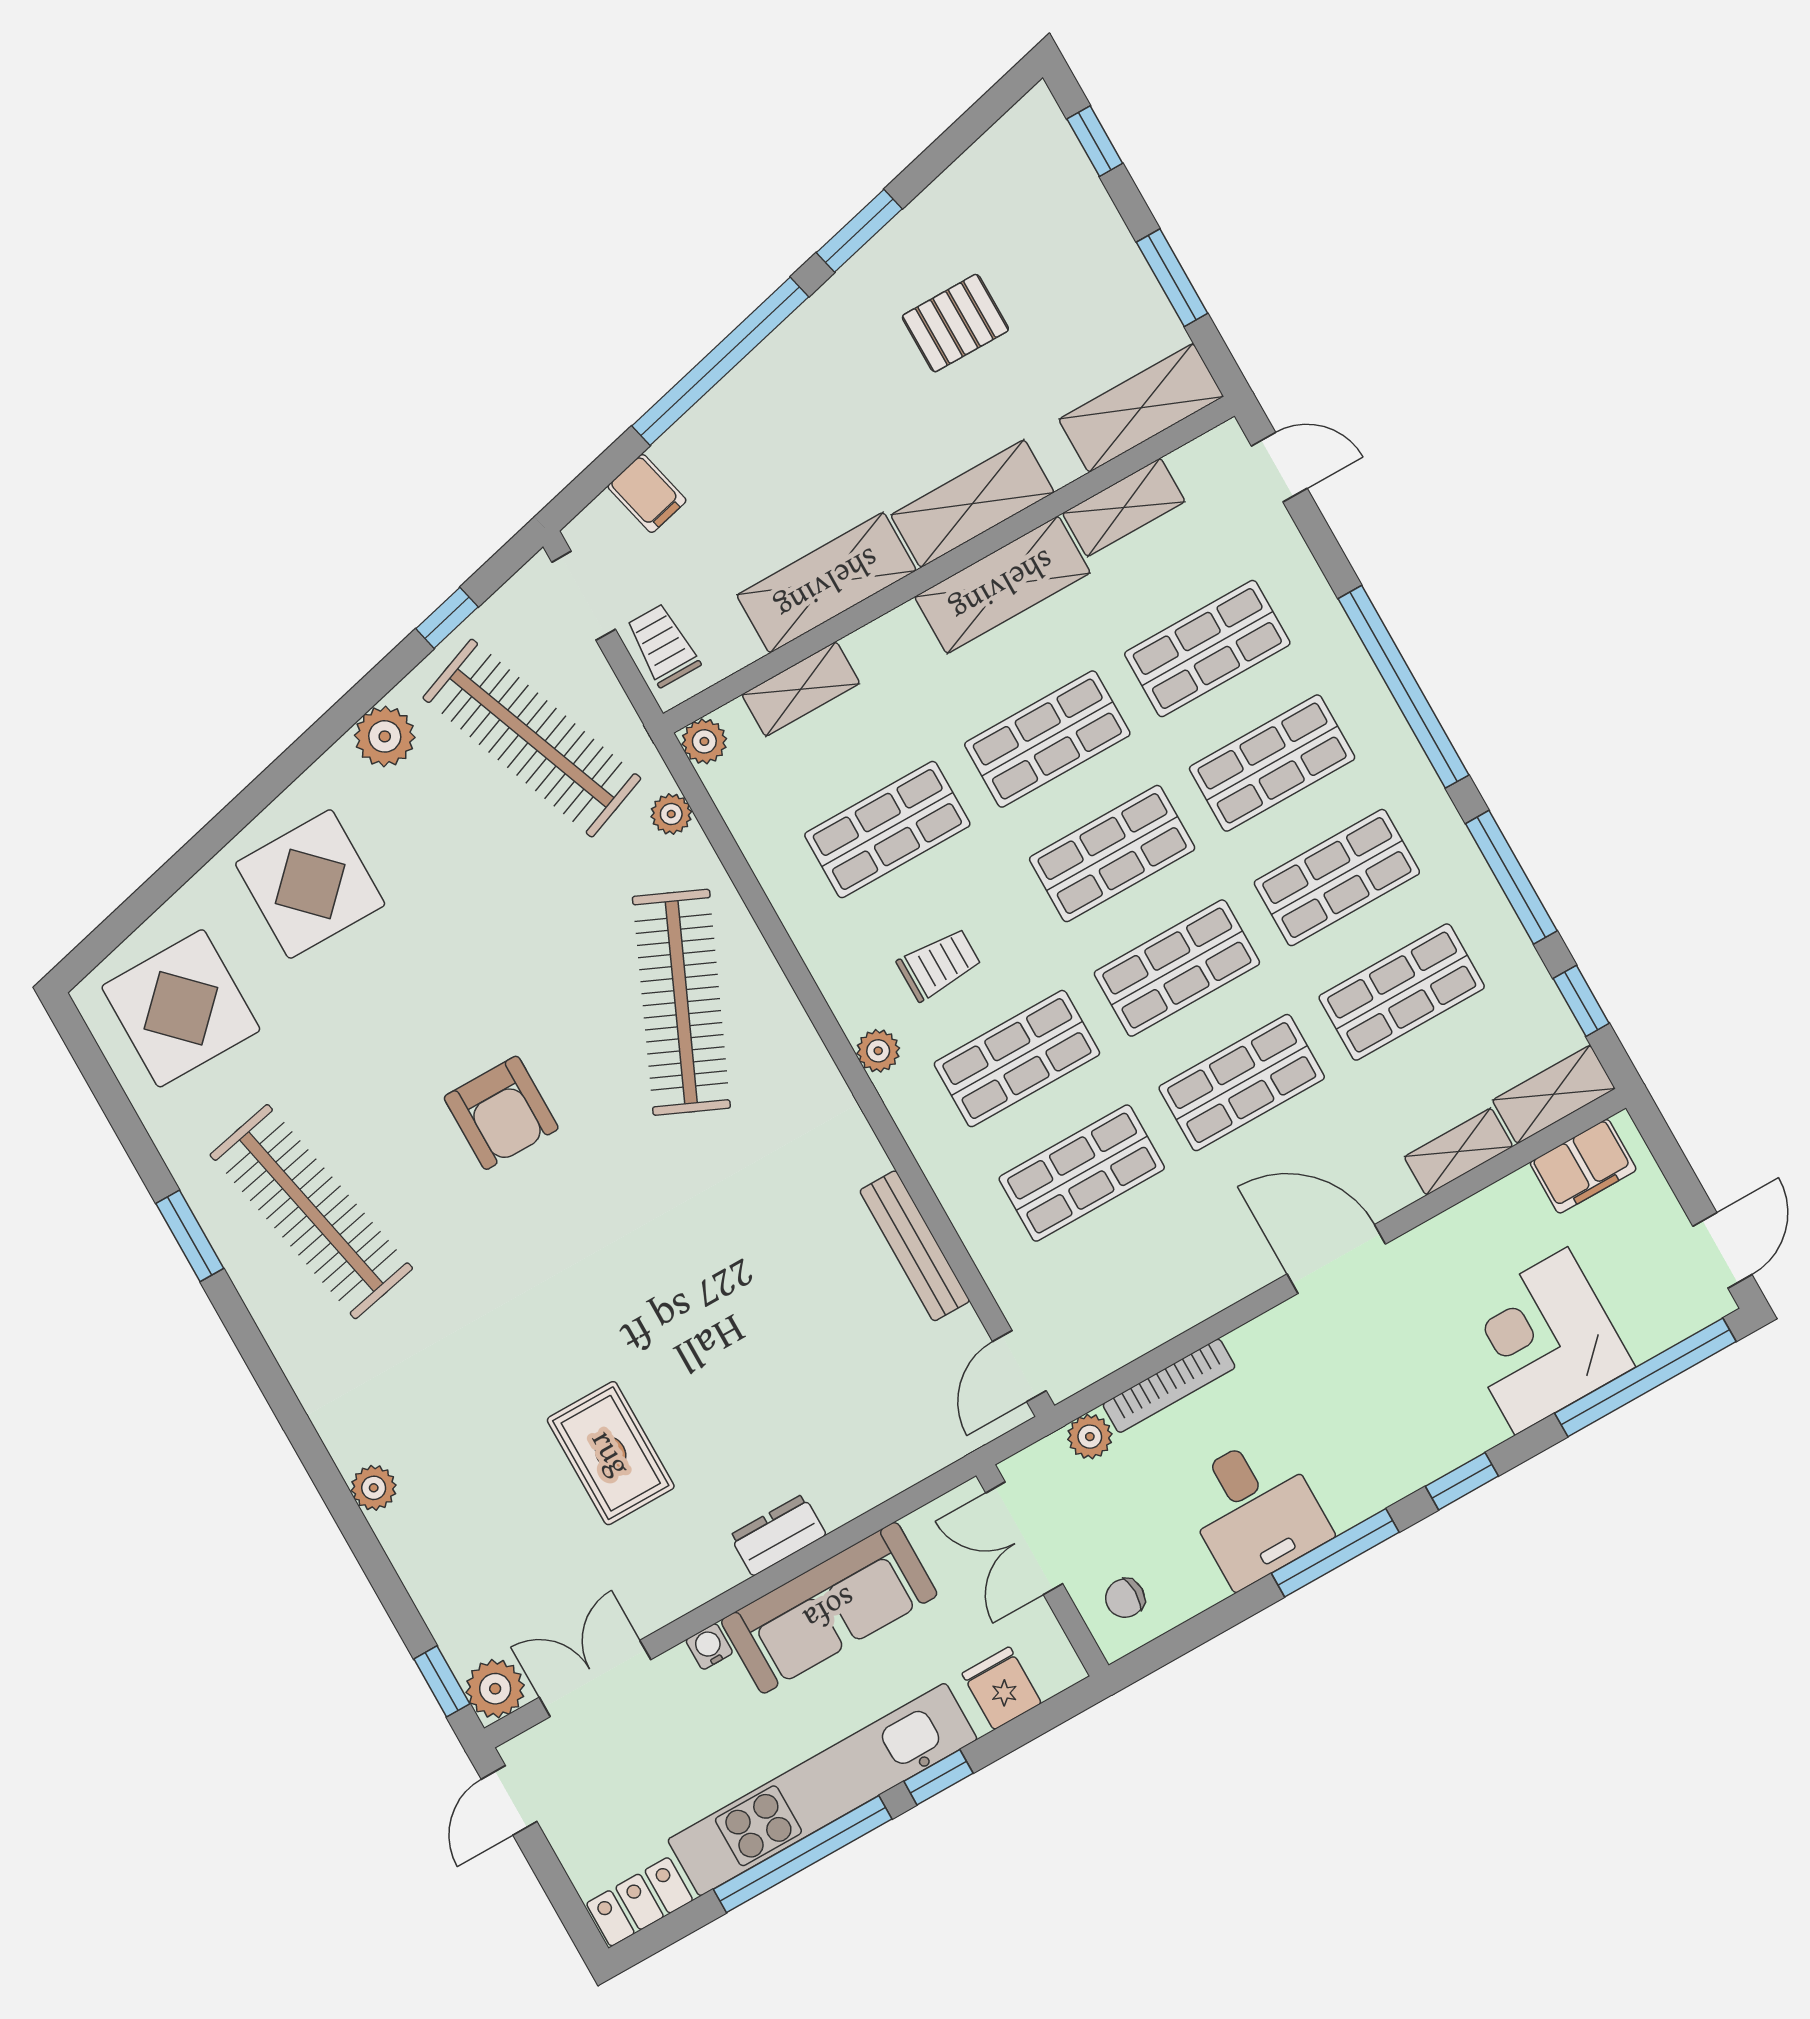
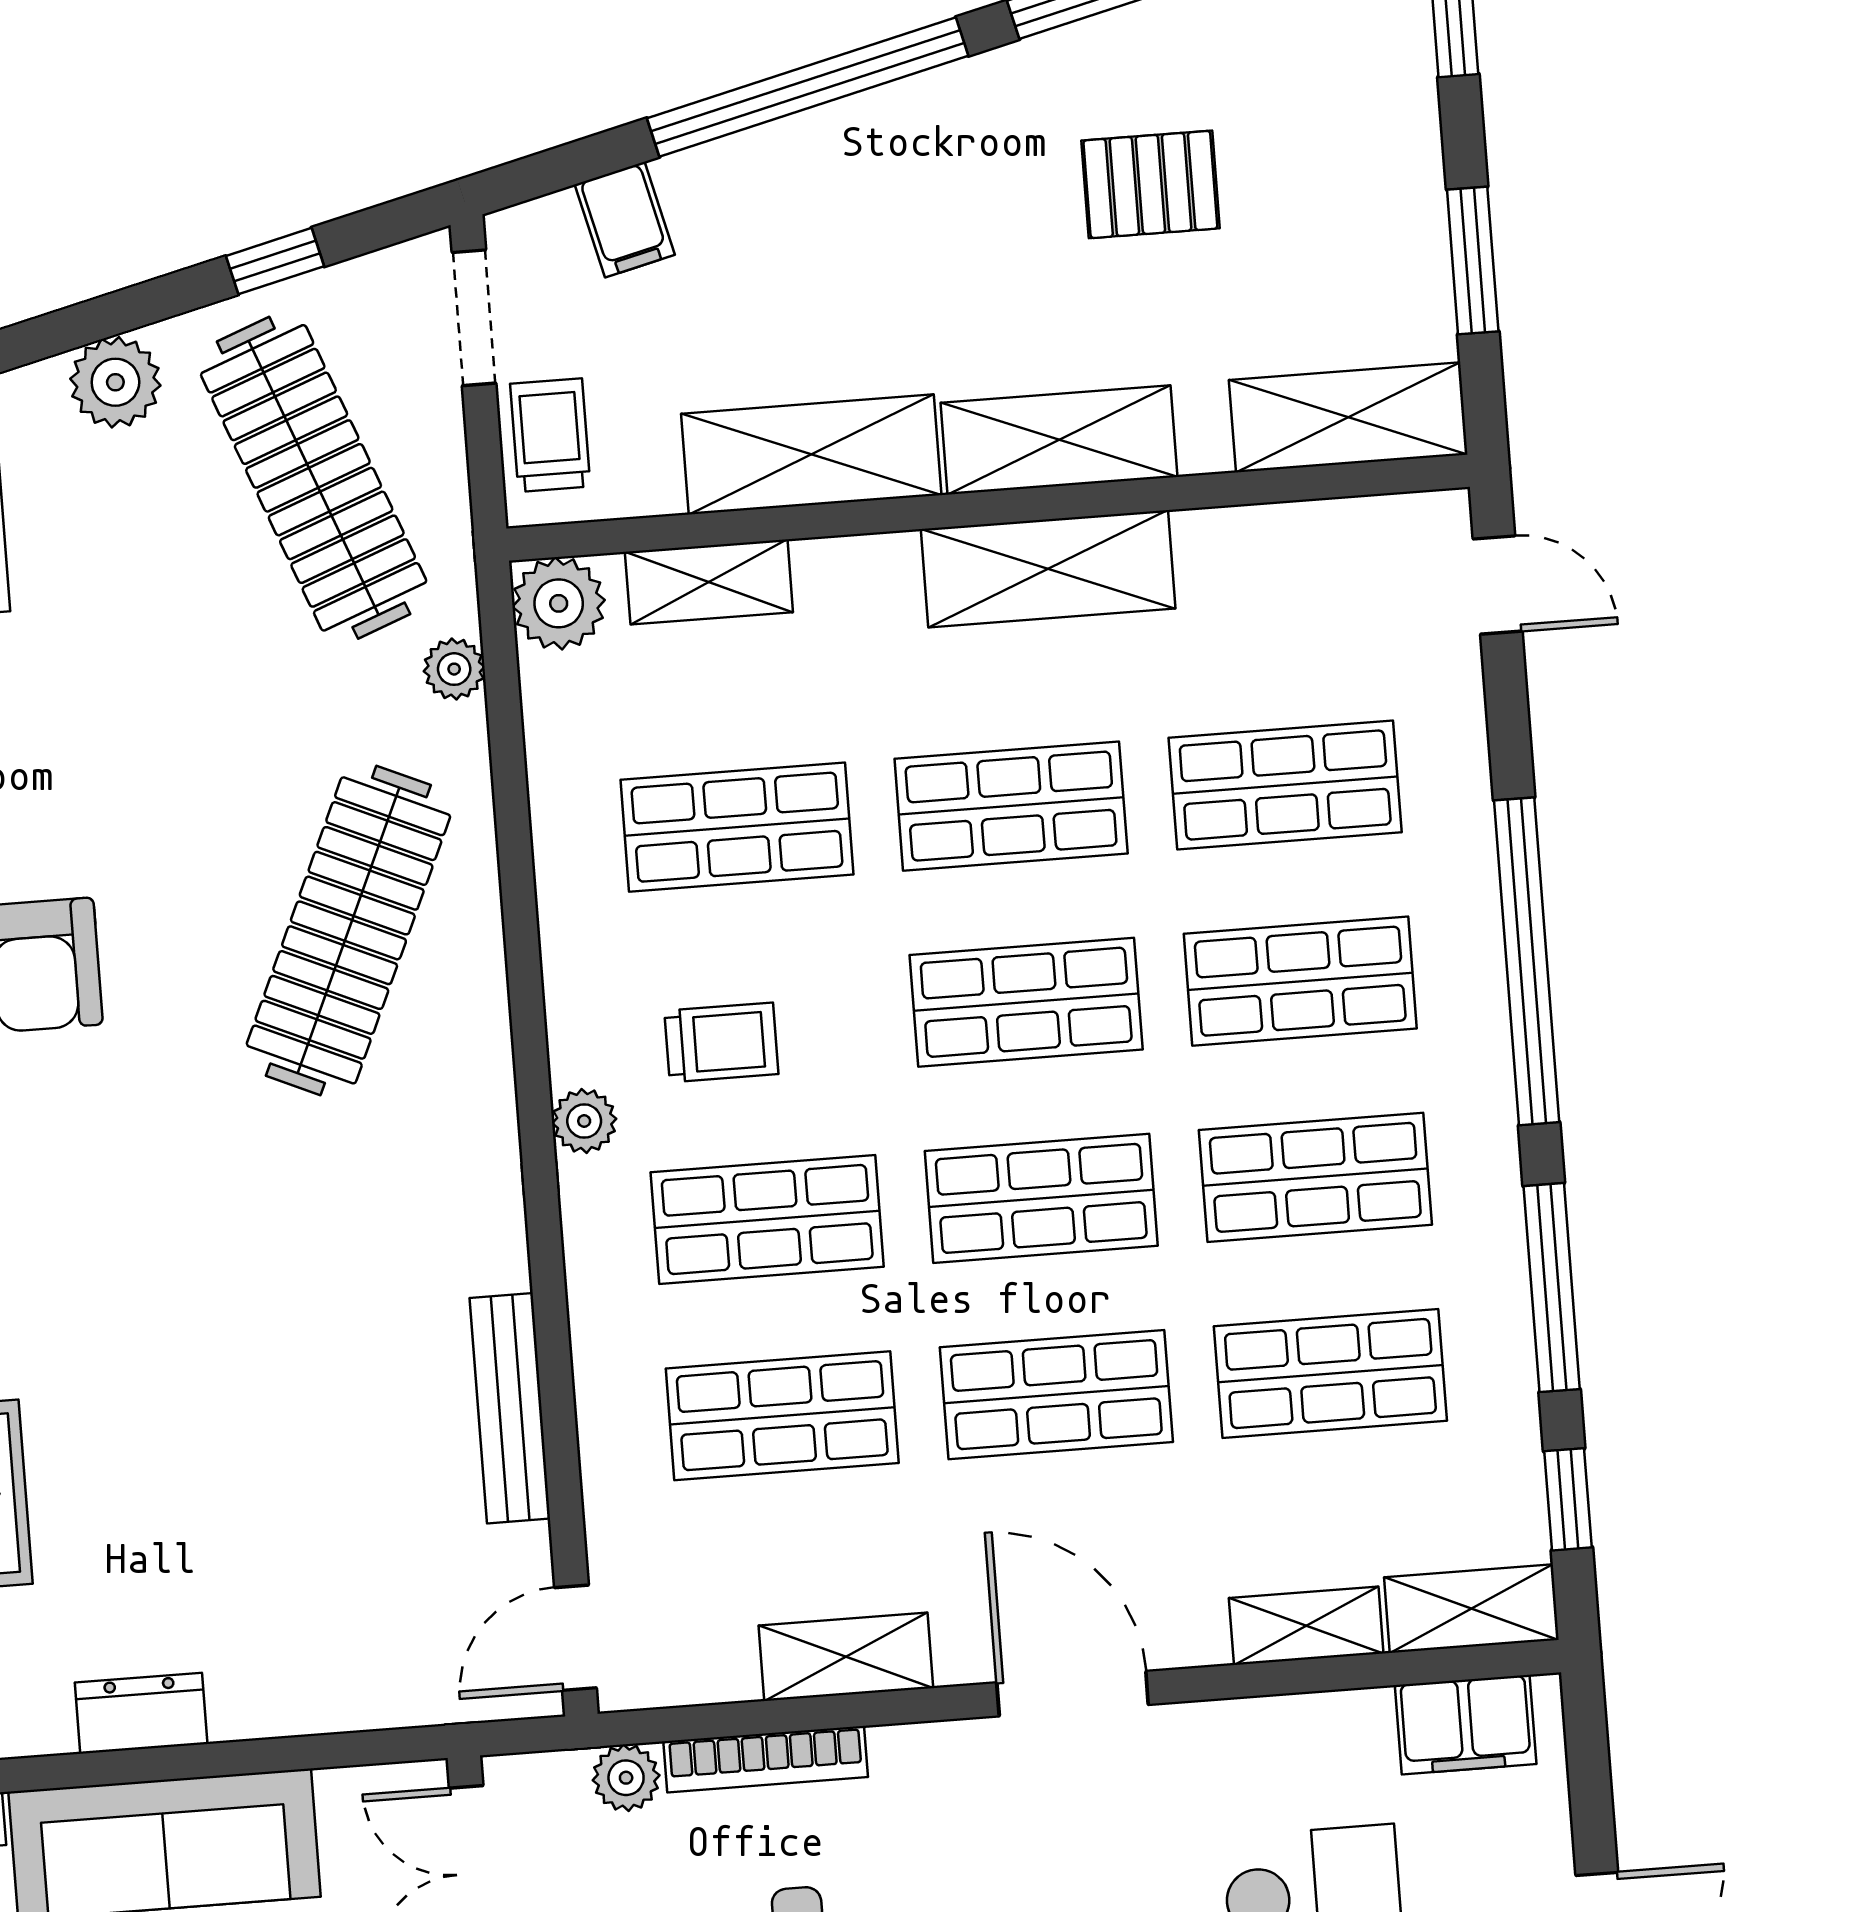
shelving: (1124, 507) -> (846, 1657), moved
plant: (704, 741) -> (559, 603), width x1.38, depth x1.38

